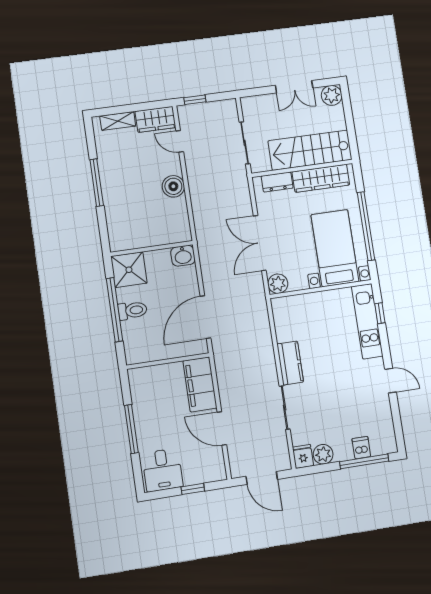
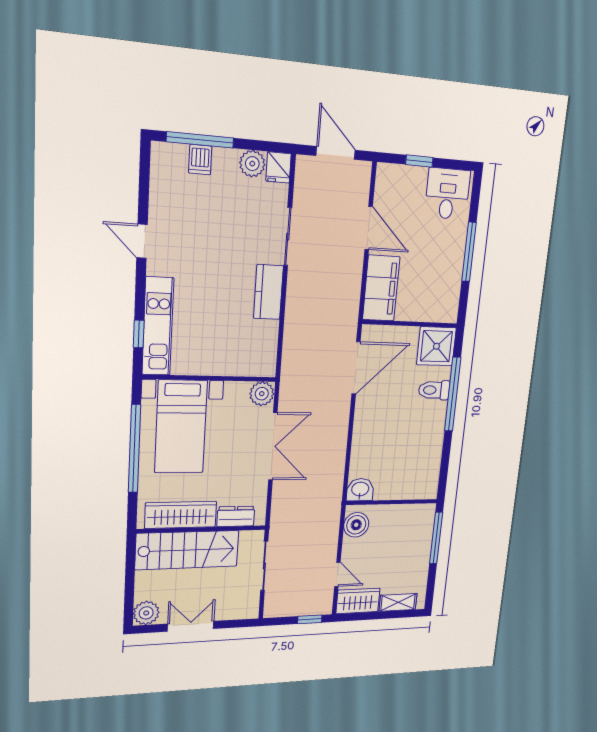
wall: (152, 249) -> (392, 502), moved
washbasin: (183, 256) -> (360, 490), moved
shower: (129, 270) -> (436, 346), moved

